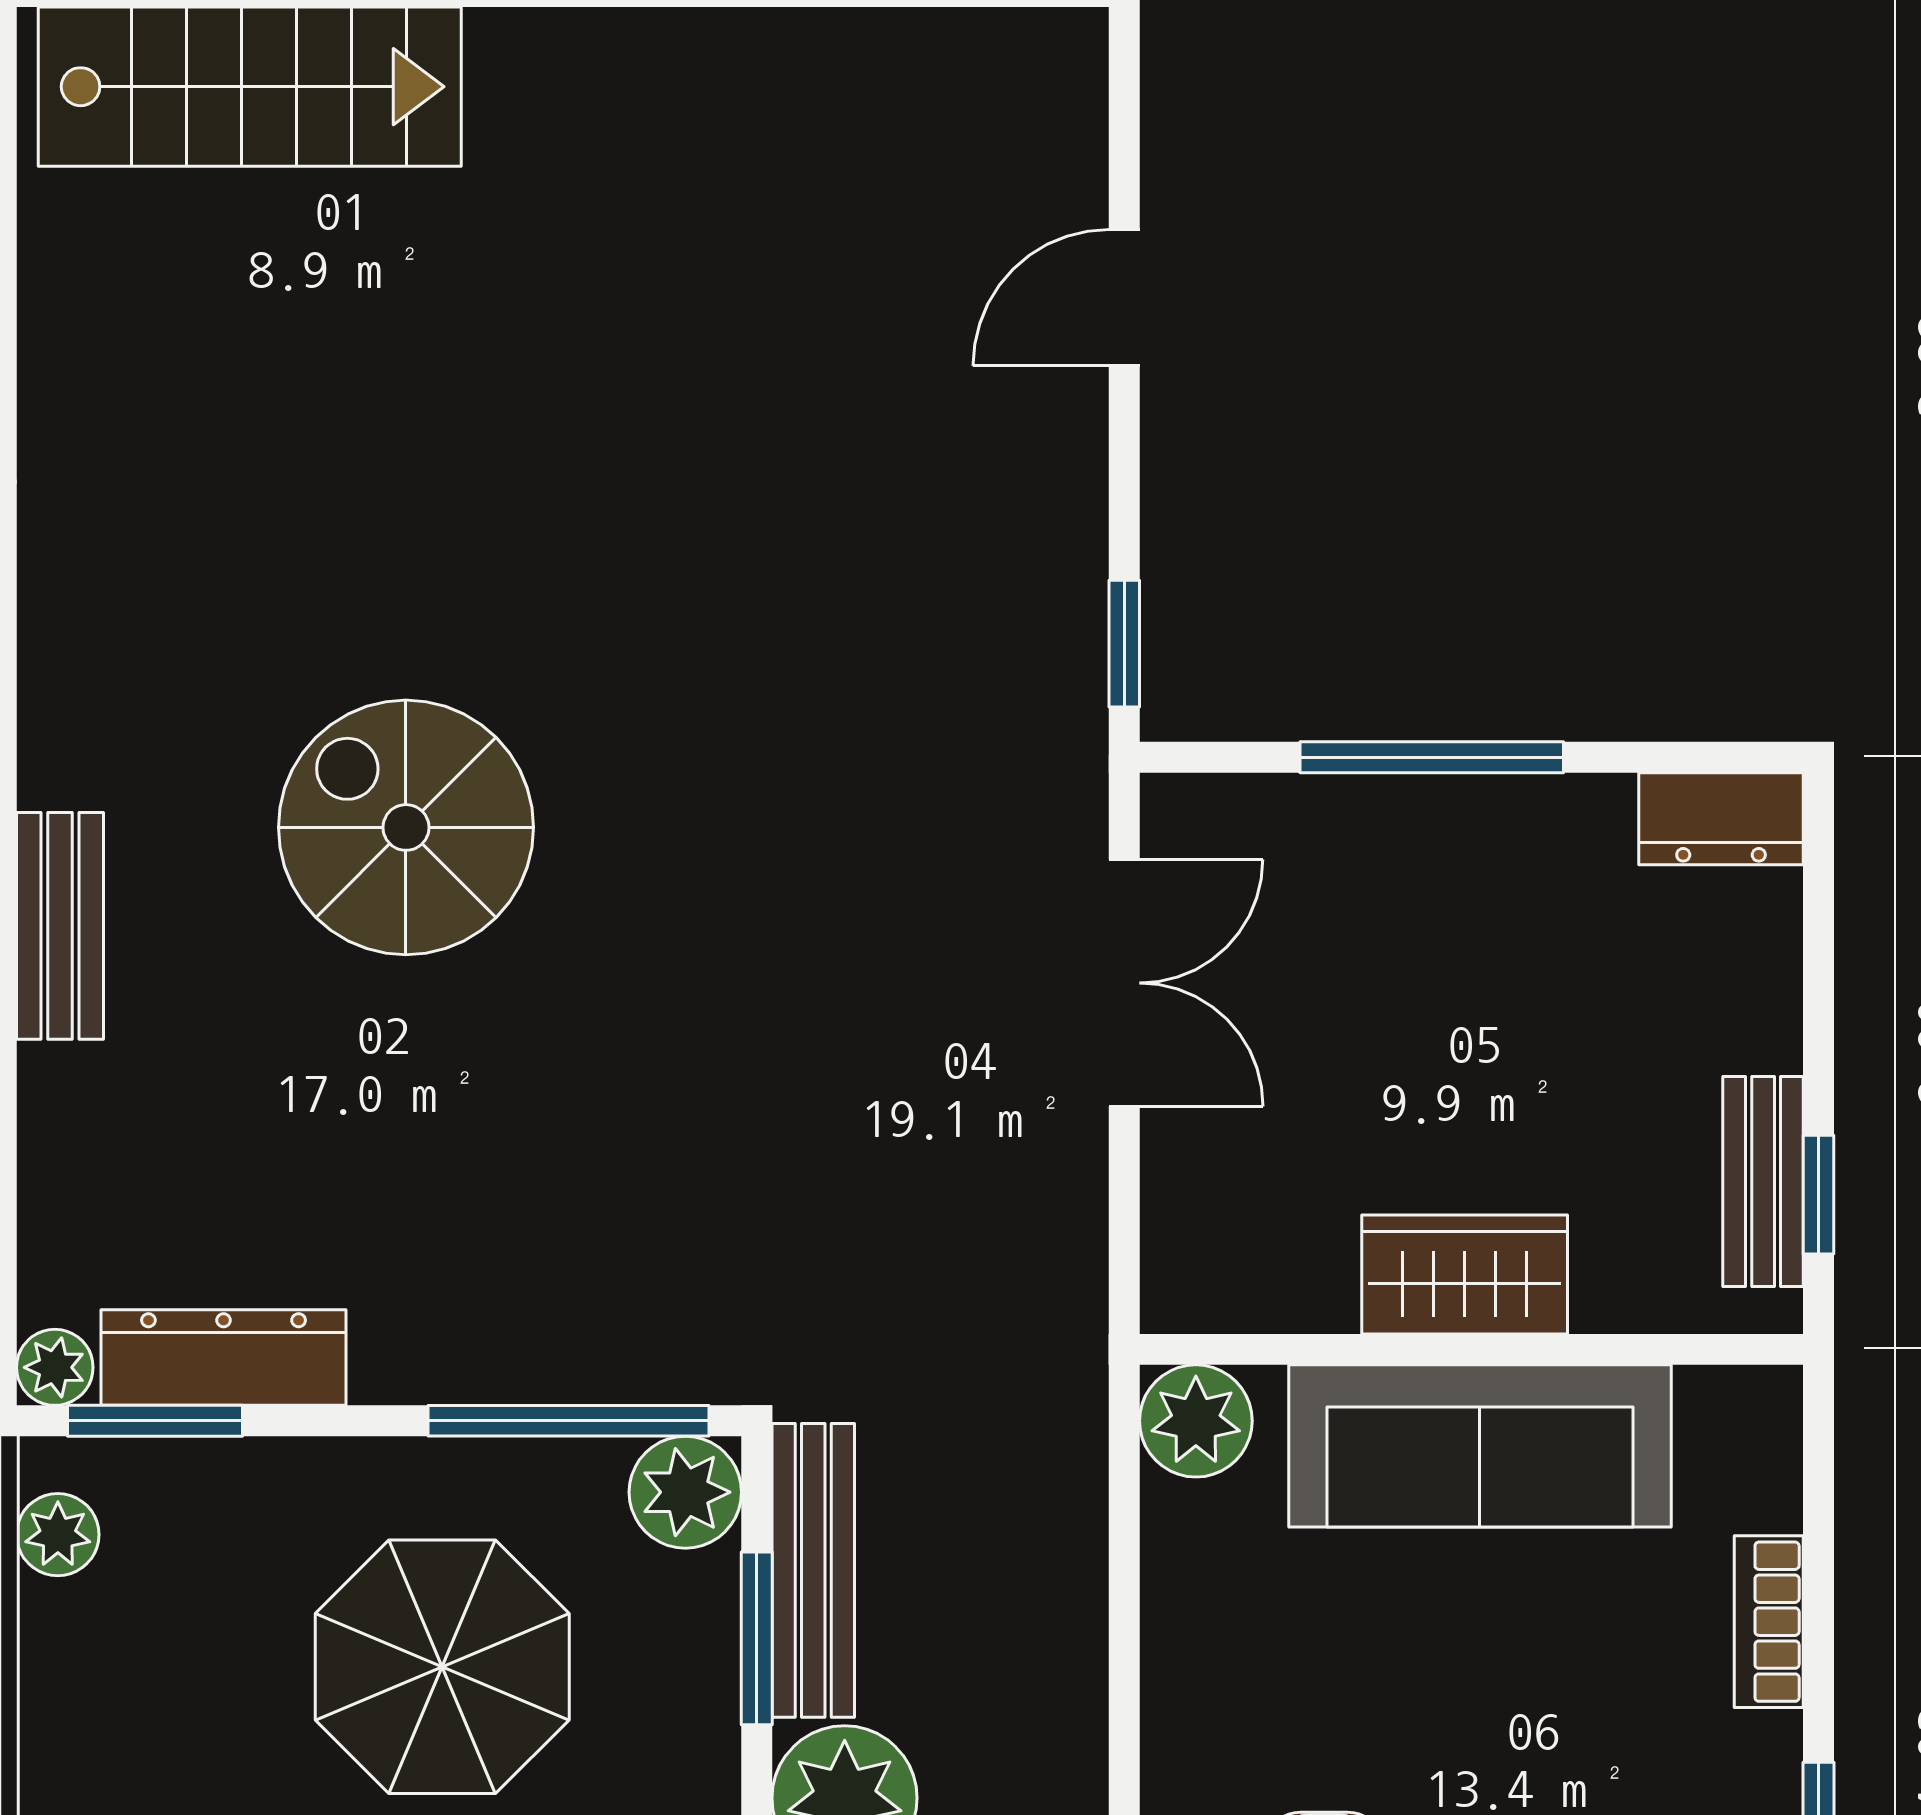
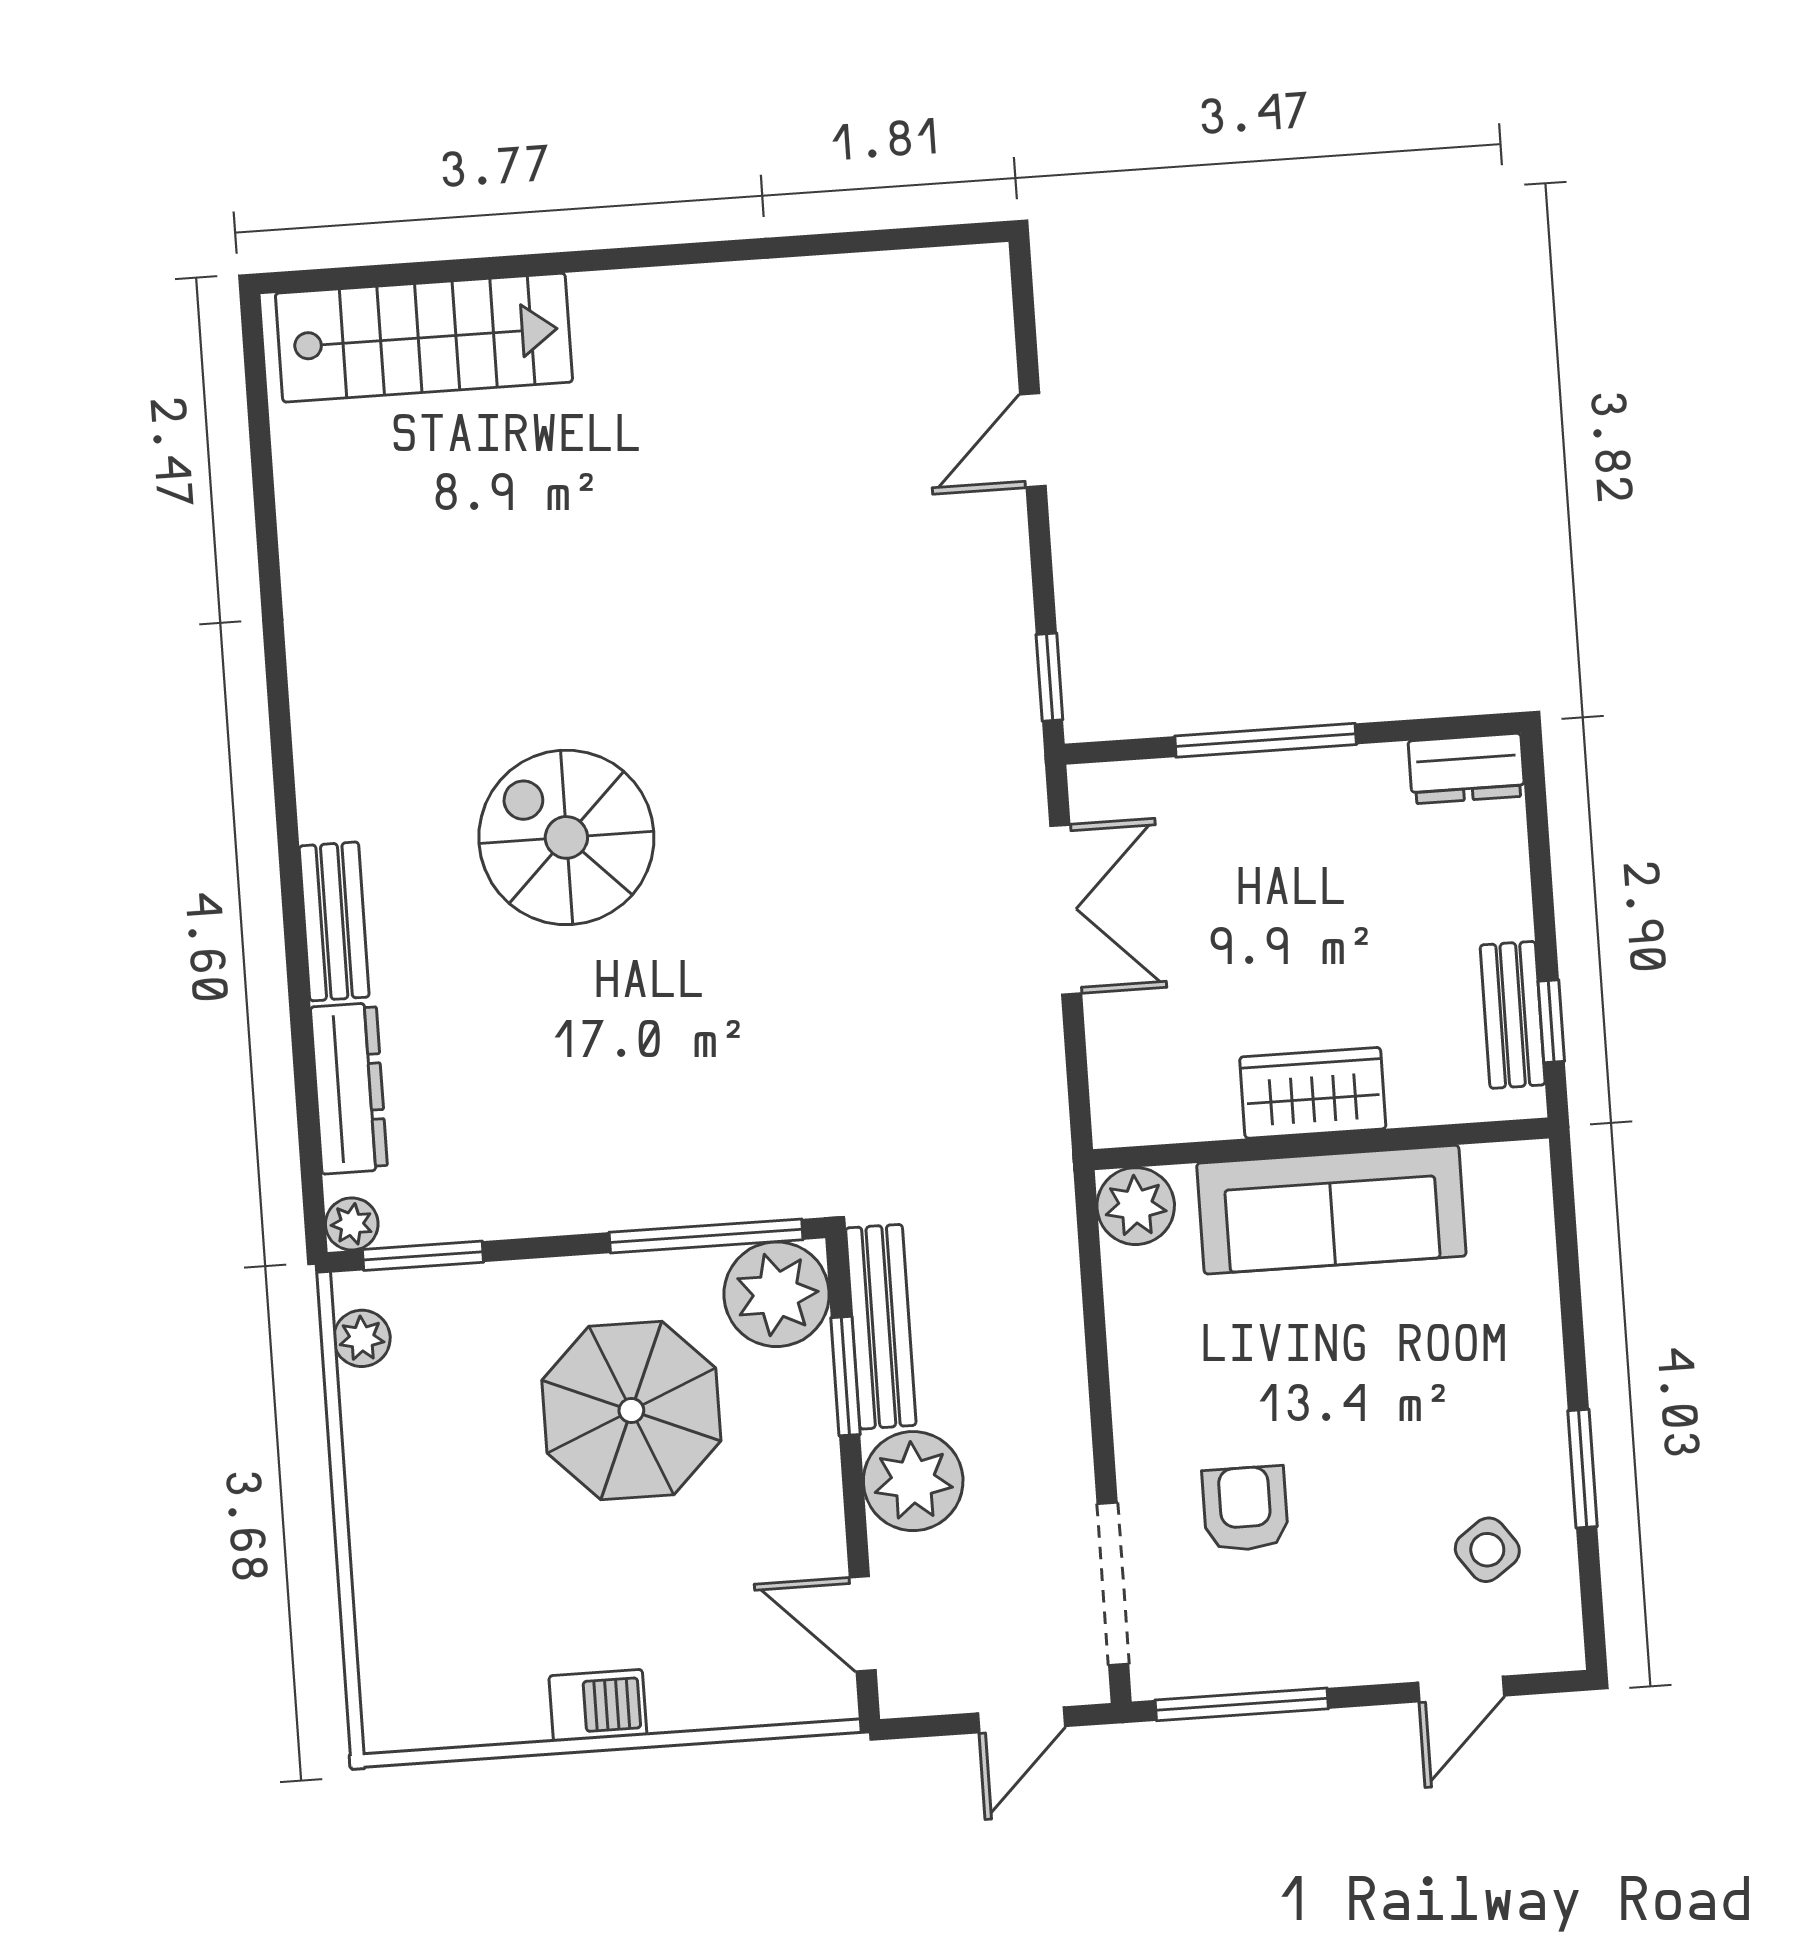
dresser: (224, 1358) -> (349, 1088), moved, turned 90
plant: (685, 1492) -> (777, 1294), width x1.36, depth x1.36
bookcase: (1769, 1622) -> (1538, 1316), removed

